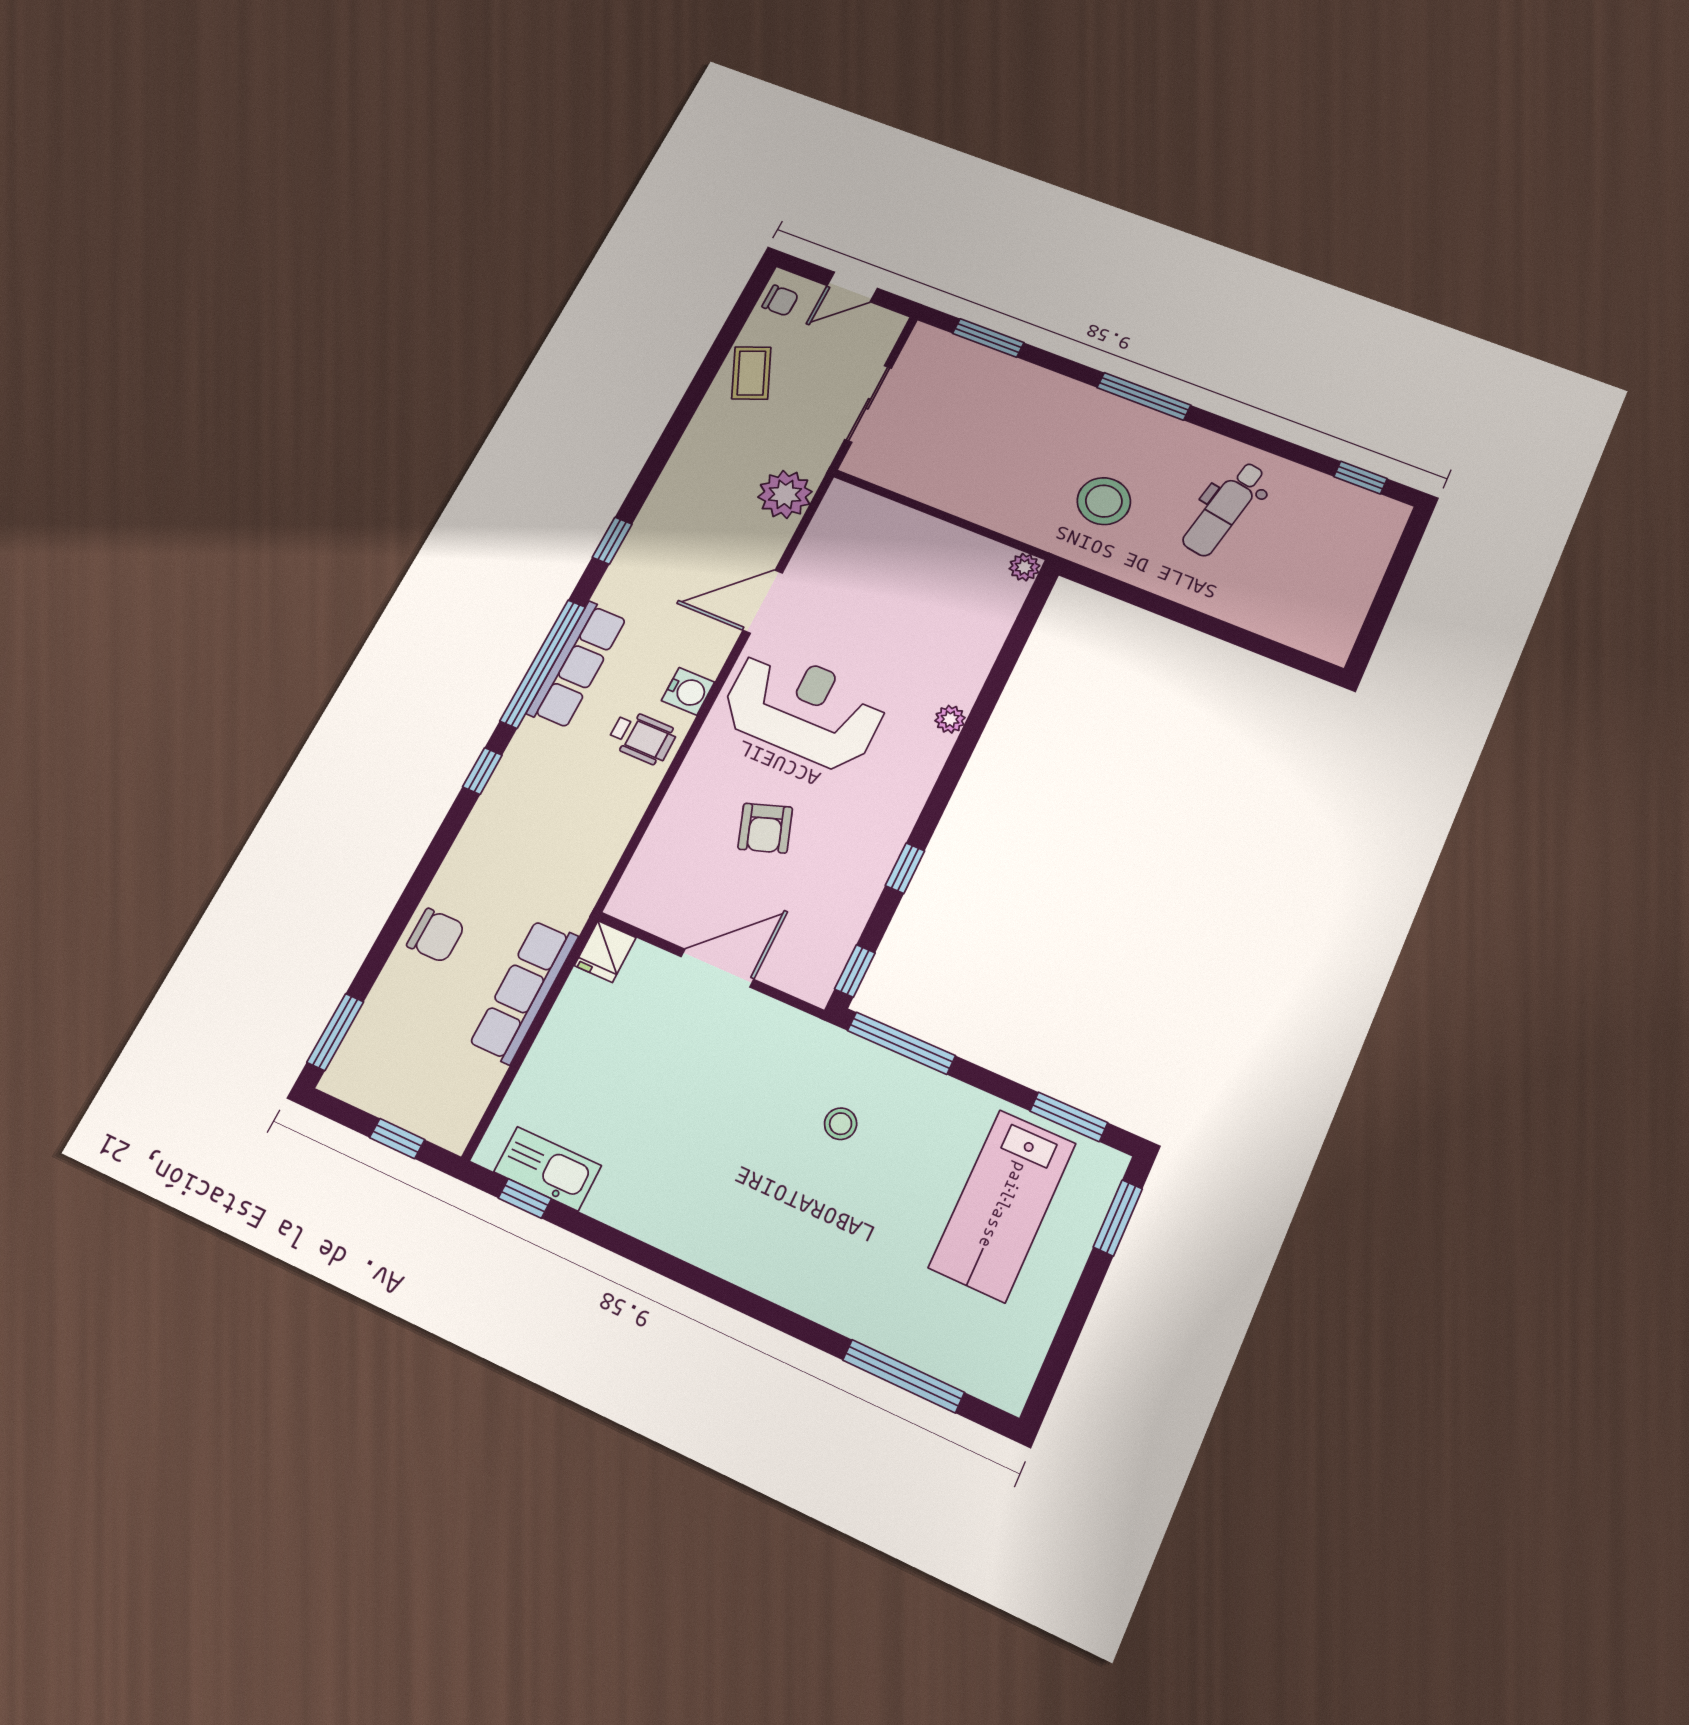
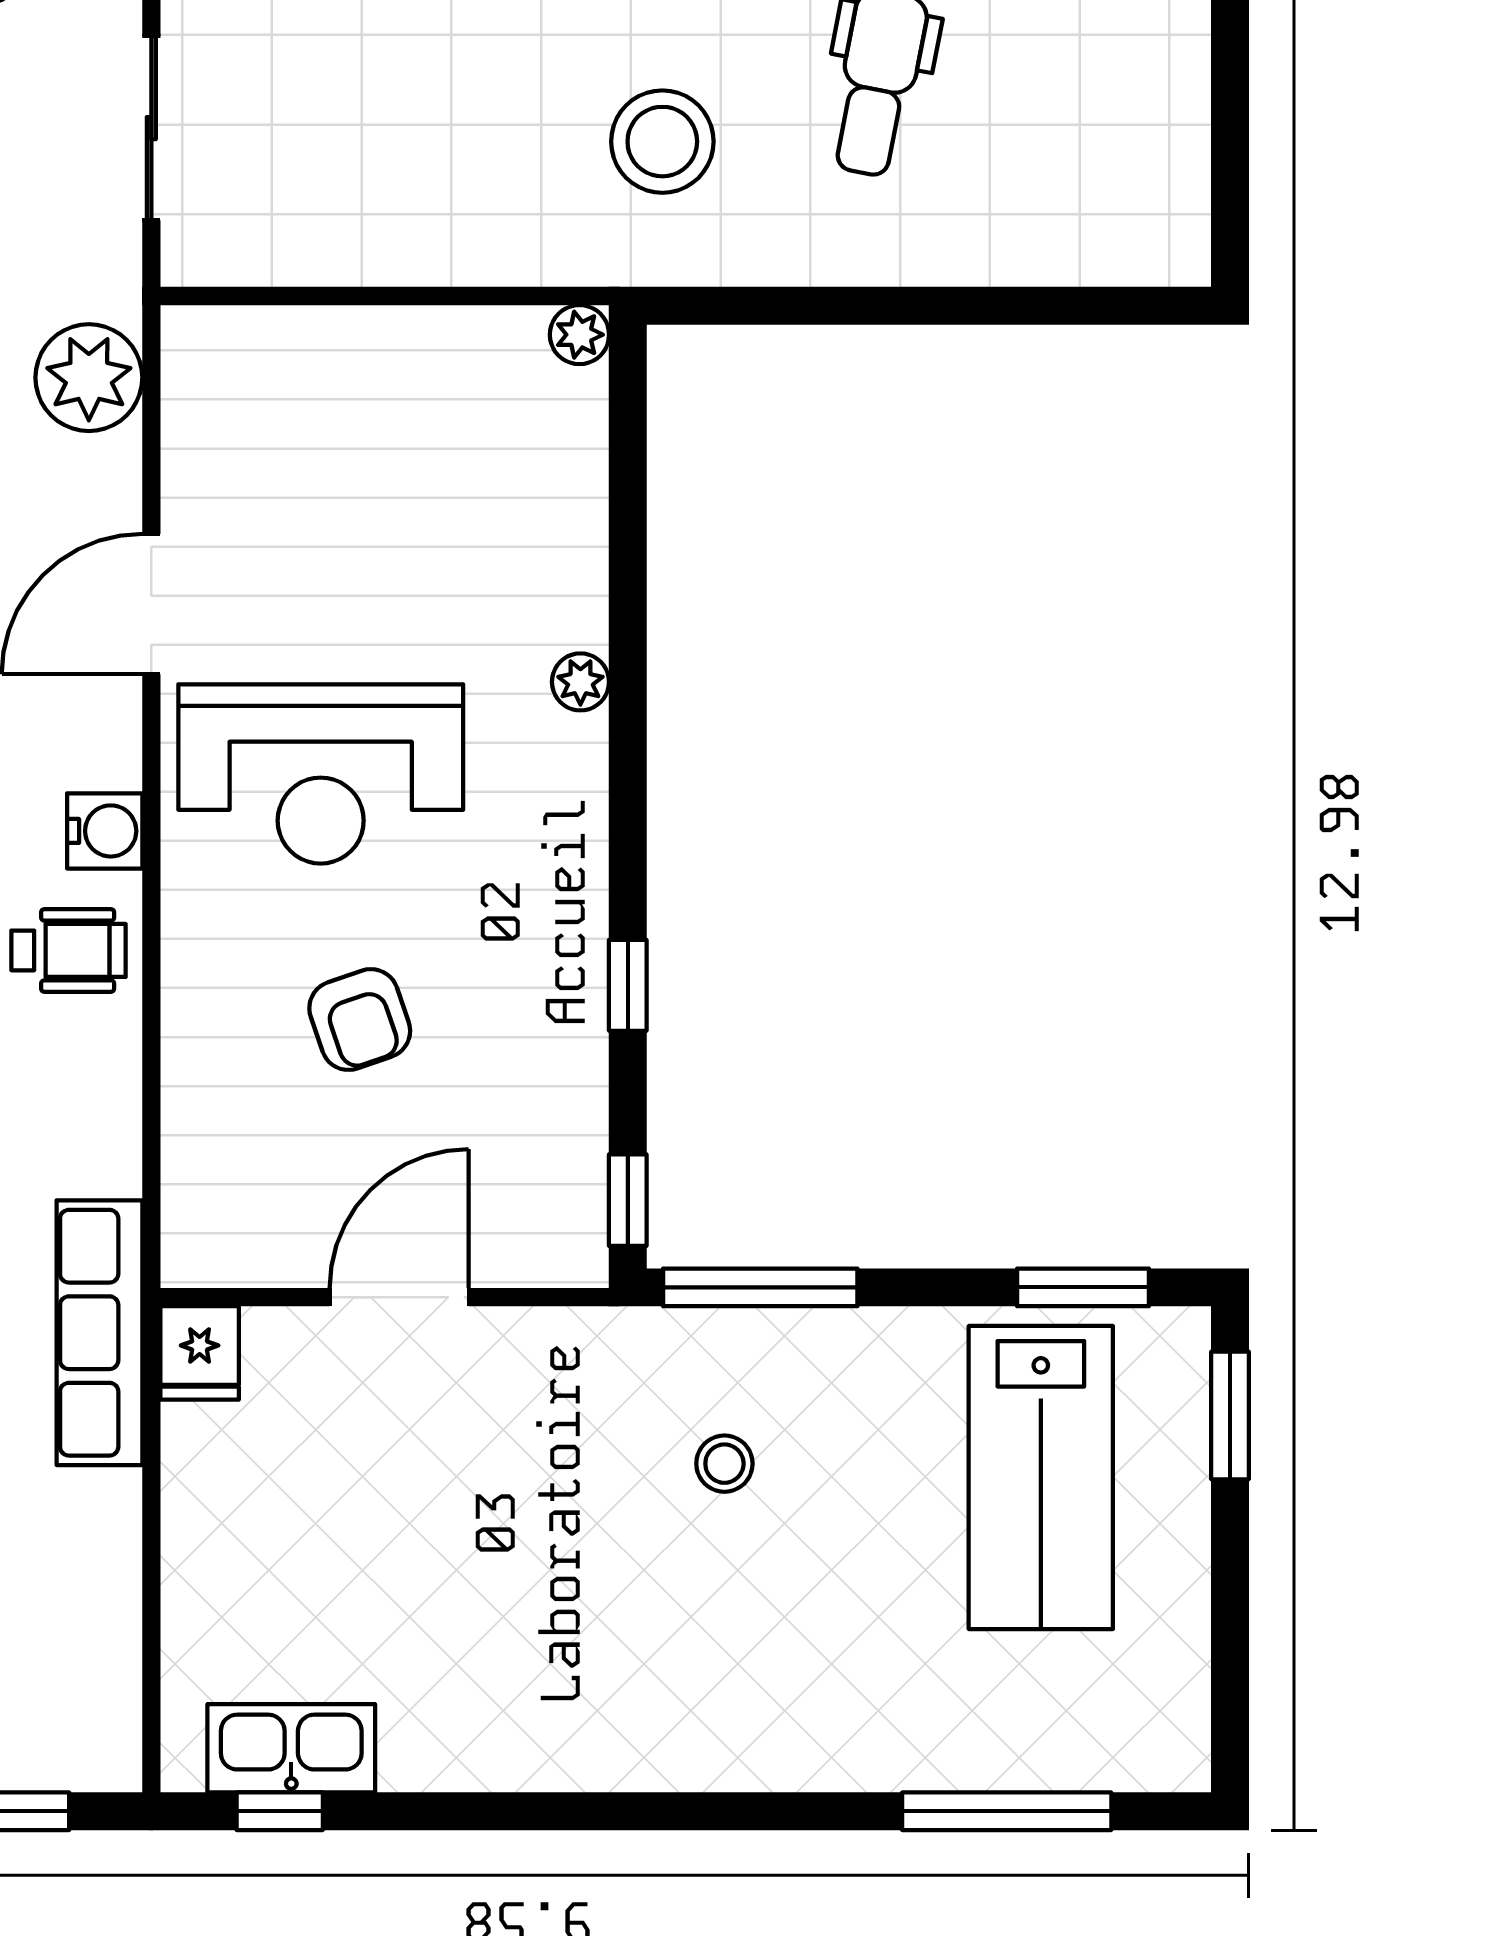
reception desk: (804, 709) -> (321, 774), turned 180
row of seats: (524, 991) -> (99, 1333), moved

